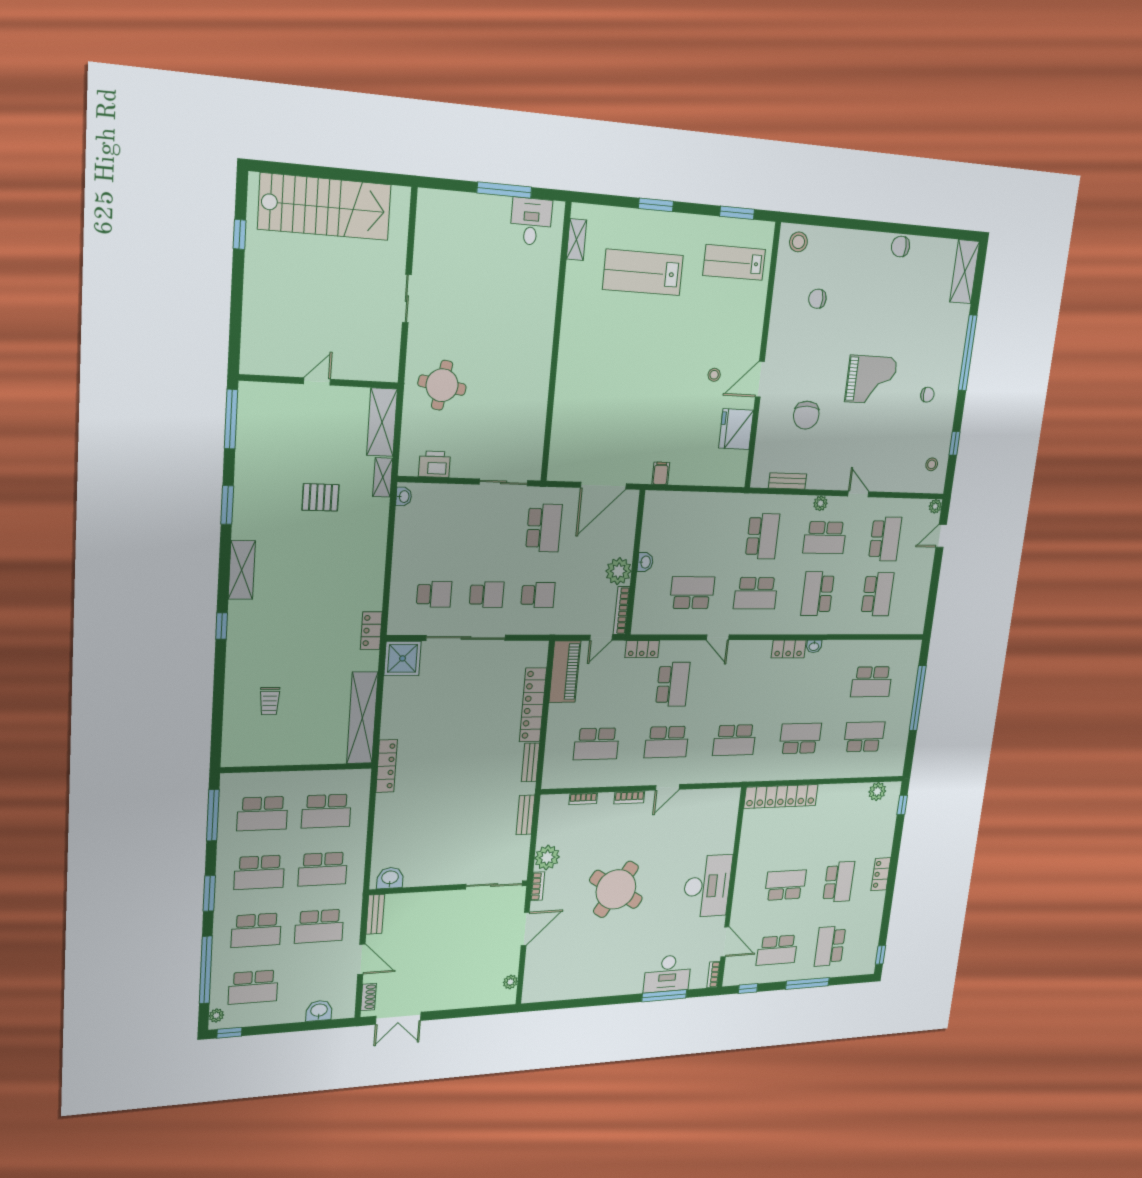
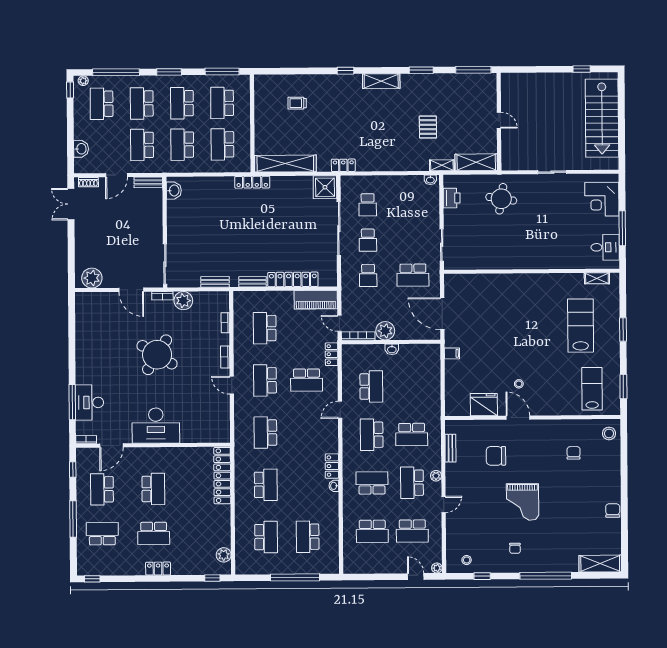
corner desk: (456, 220) -> (602, 199), added
plant: (510, 982) -> (92, 278), width x1.87, depth x1.87

